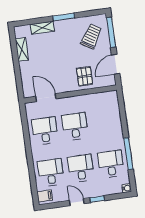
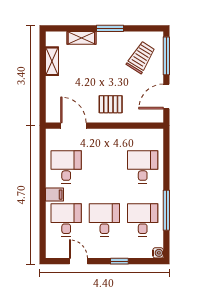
pallet: (85, 76) -> (111, 104), moved, turned 90
desk: (75, 127) -> (143, 167), moved
filing cabinet: (45, 196) -> (54, 195), moved
door: (77, 202) -> (78, 261), moved

